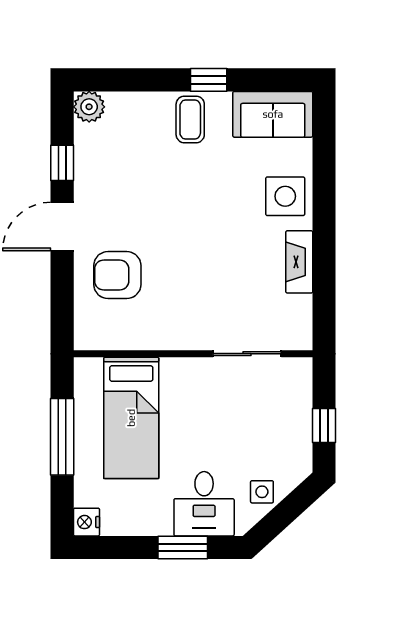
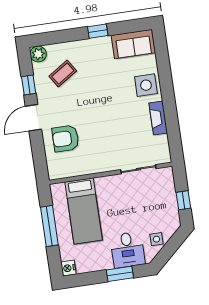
coffee table: (190, 119) -> (63, 74), moved, turned 57

